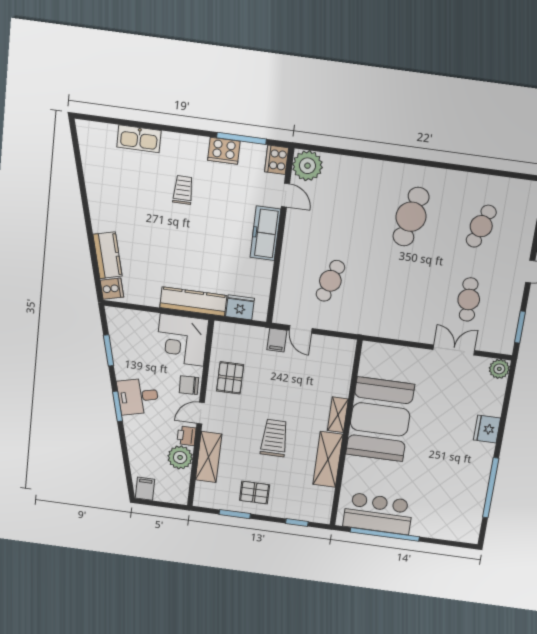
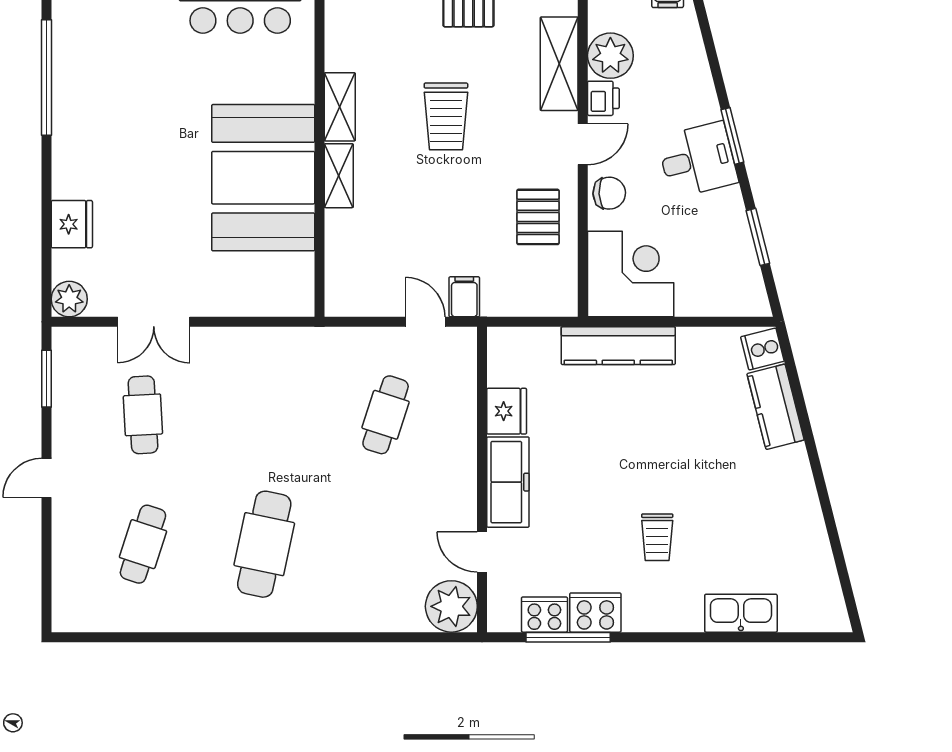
cooker: (277, 160) -> (544, 615), moved, turned -90
fridge: (240, 307) -> (507, 411), moved, turned -90
fridge: (487, 429) -> (72, 224), moved
shelving: (328, 459) -> (340, 107), width x0.67, depth x0.75

